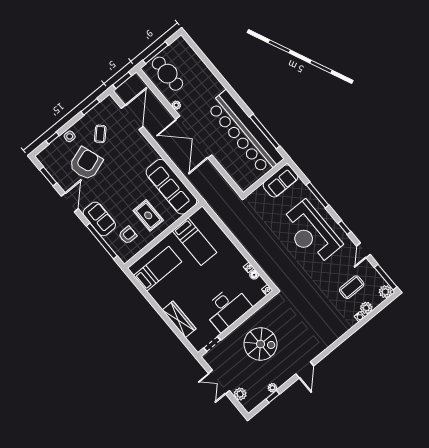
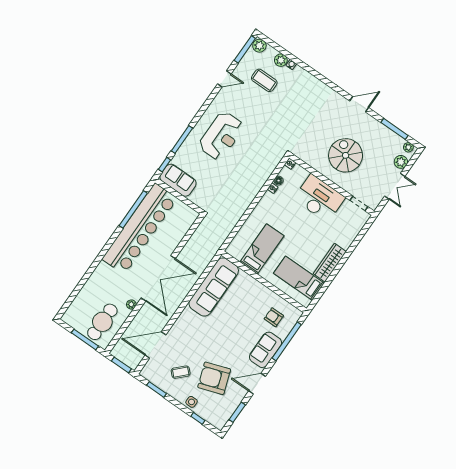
rug: (148, 215) -> (248, 302), removed
window: (344, 227) -> (165, 165), moved
reception desk: (311, 233) -> (221, 136), width x0.74, depth x0.77
wardrobe: (179, 319) -> (330, 263), moved
plant: (272, 388) -> (408, 147), moved
window: (273, 397) -> (394, 129), width x2.17

